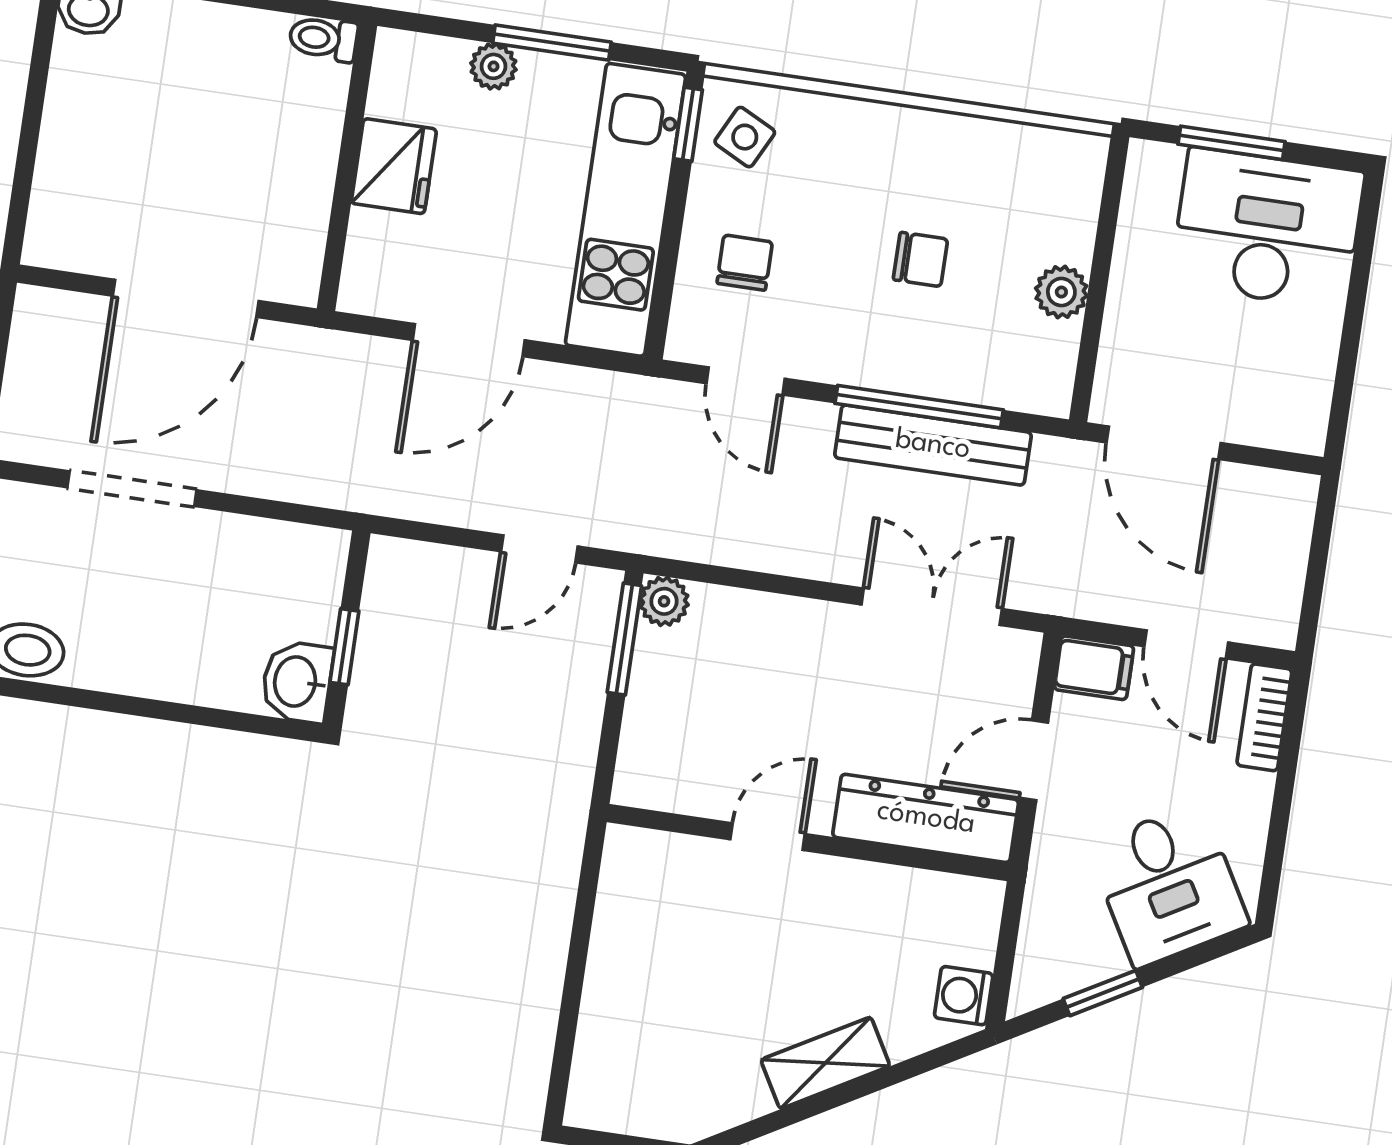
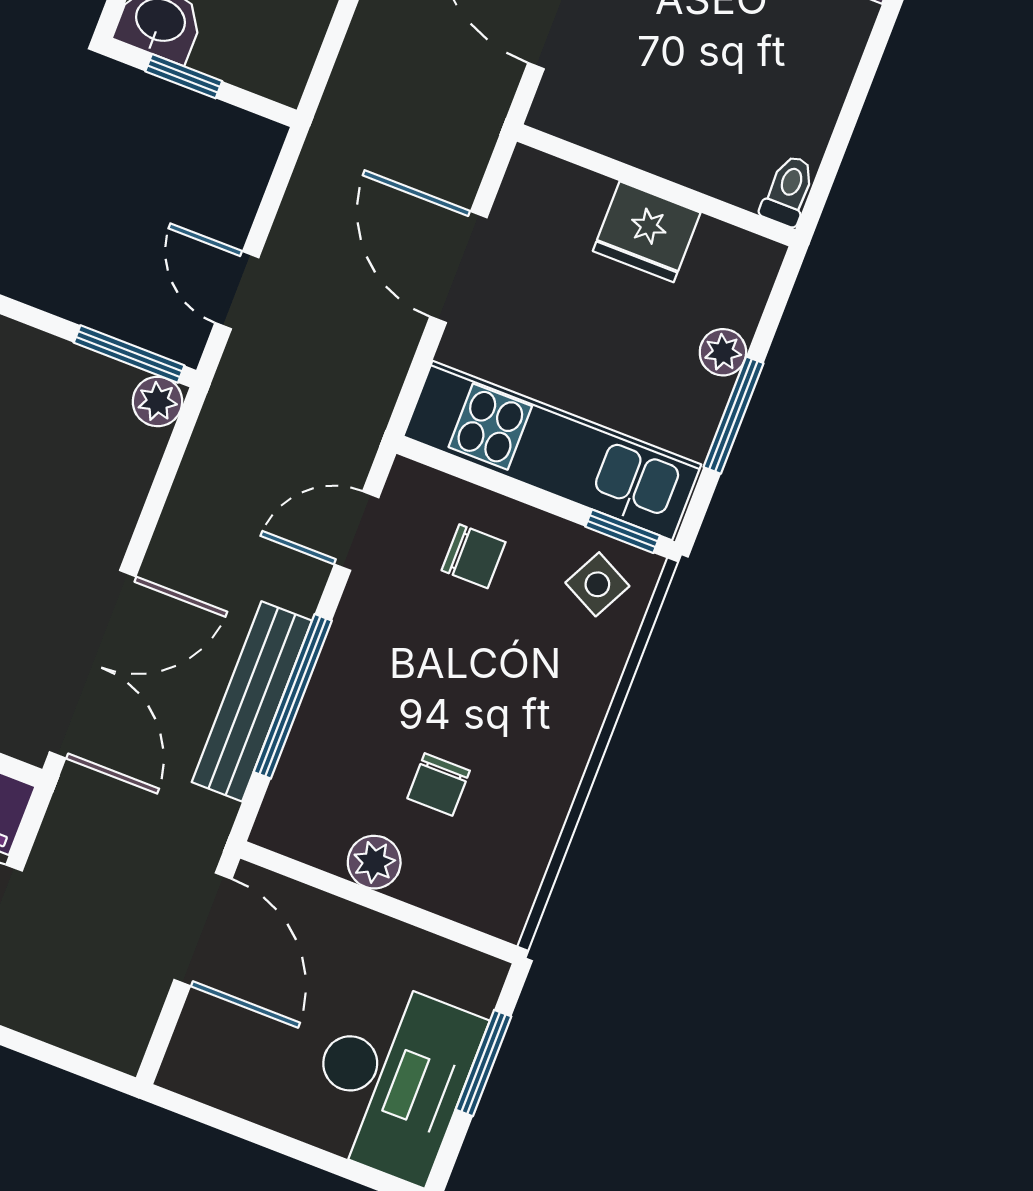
chair: (920, 259) -> (439, 784), moved
door: (1164, 443) -> (203, 929), swing flipped
double door: (932, 607) -> (93, 664), width x1.37

